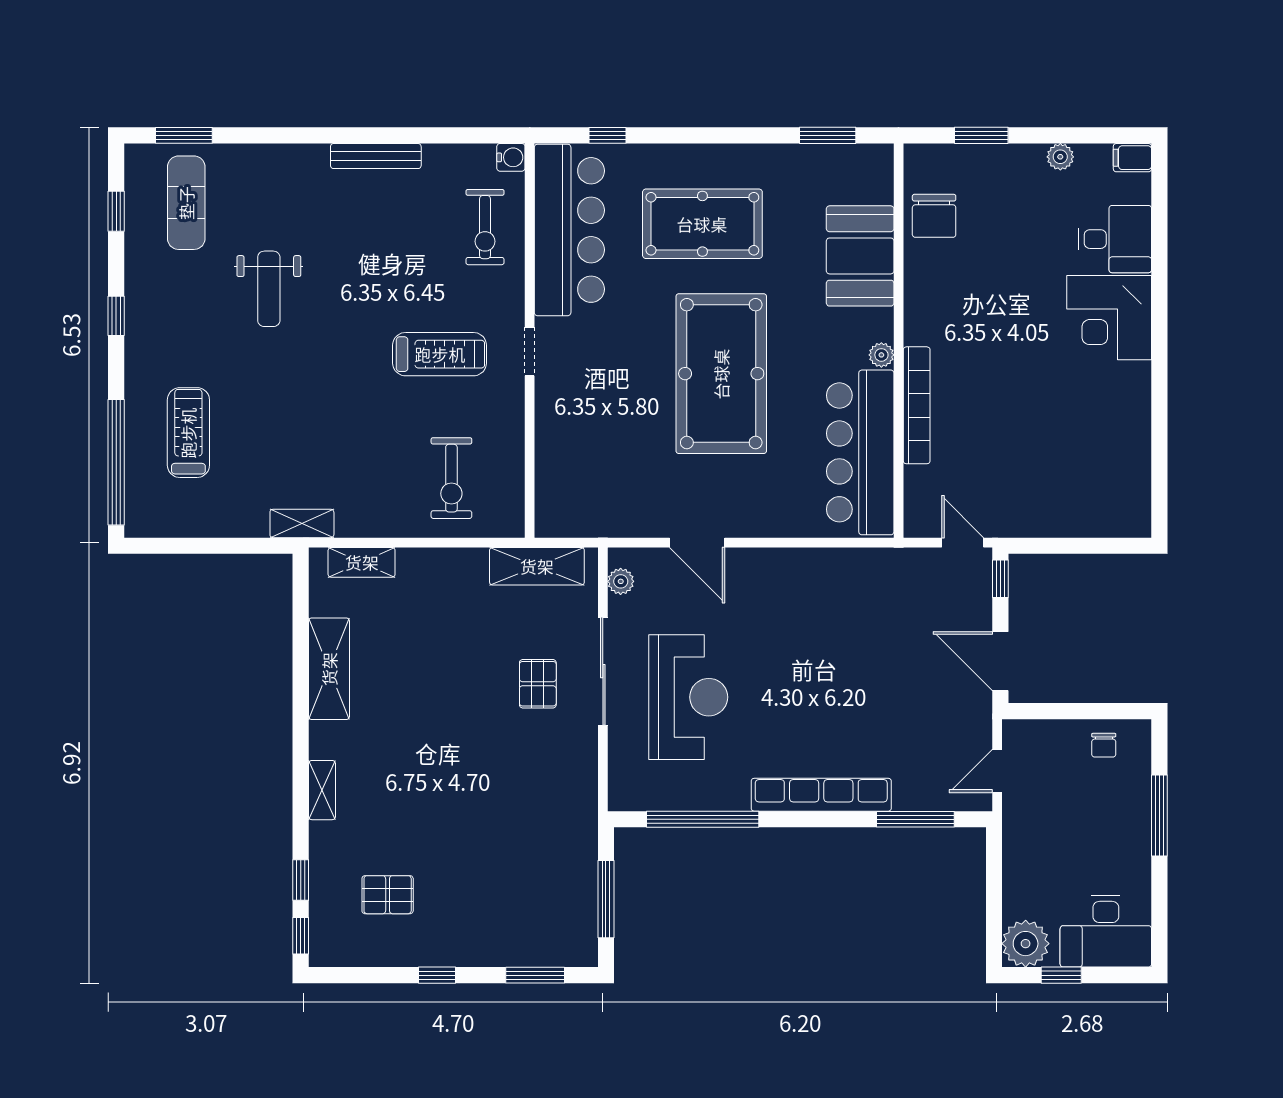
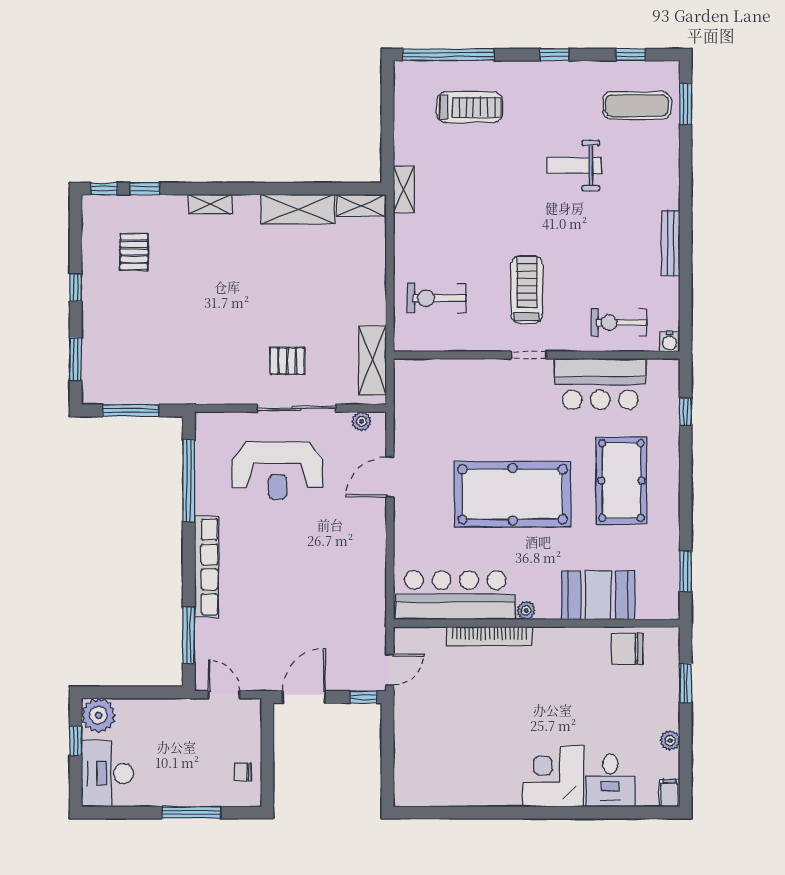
bar counter: (569, 230) -> (600, 384), width x0.73
treadmill: (440, 354) -> (527, 290), turned 180
shelving: (362, 562) -> (361, 205), moved, turned 90

